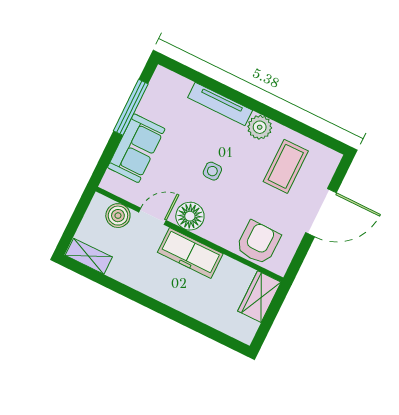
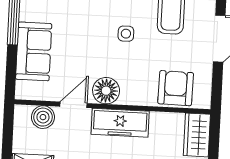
side table: (212, 171) -> (126, 34), moved

